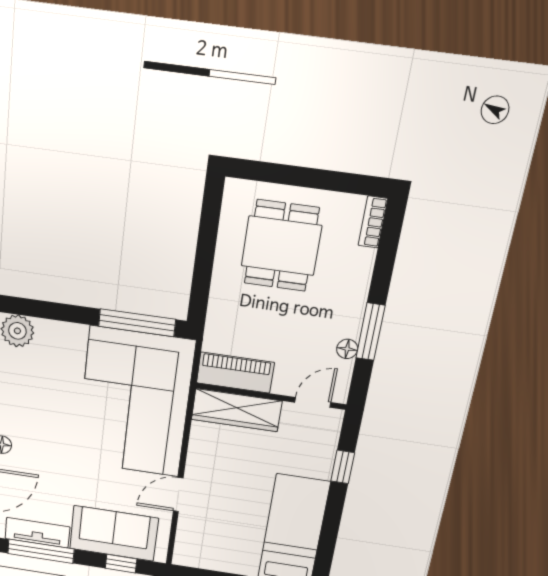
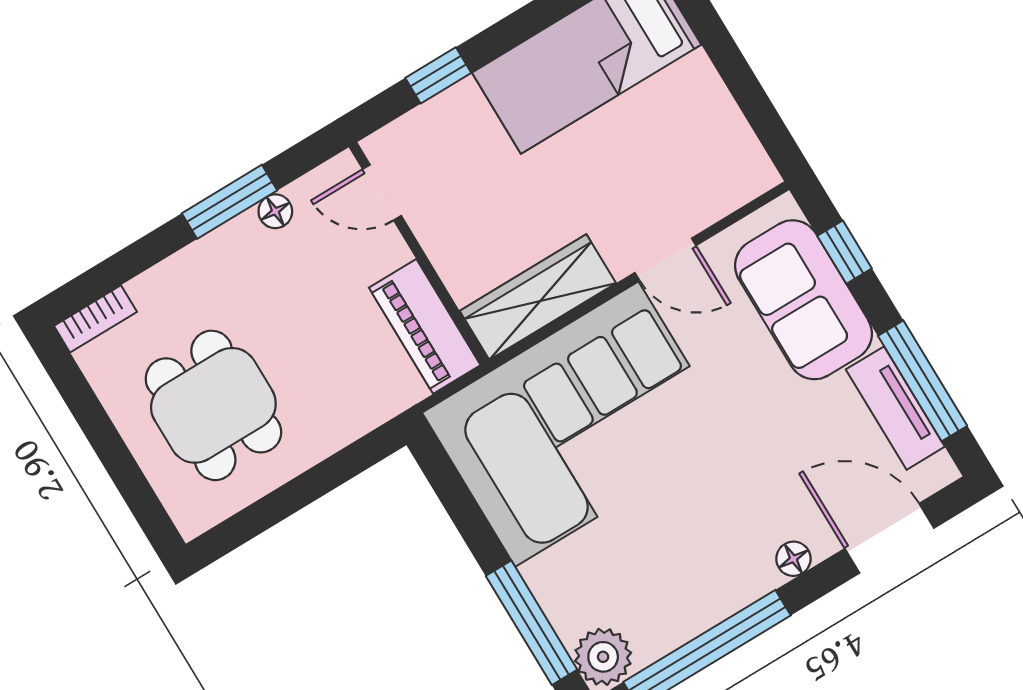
dining table: (281, 246) -> (213, 405), turned 90
window: (137, 323) -> (532, 623), moved
wardrobe: (237, 410) -> (538, 297), moved, turned -90

